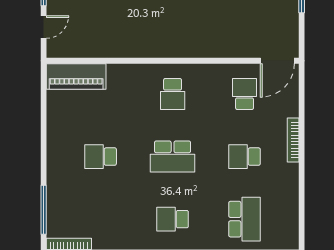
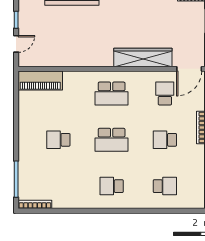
wardrobe: (215, 45) -> (143, 58), added
school desk: (173, 94) -> (112, 94), width x1.85
school desk: (245, 219) -> (165, 186), width x0.54

